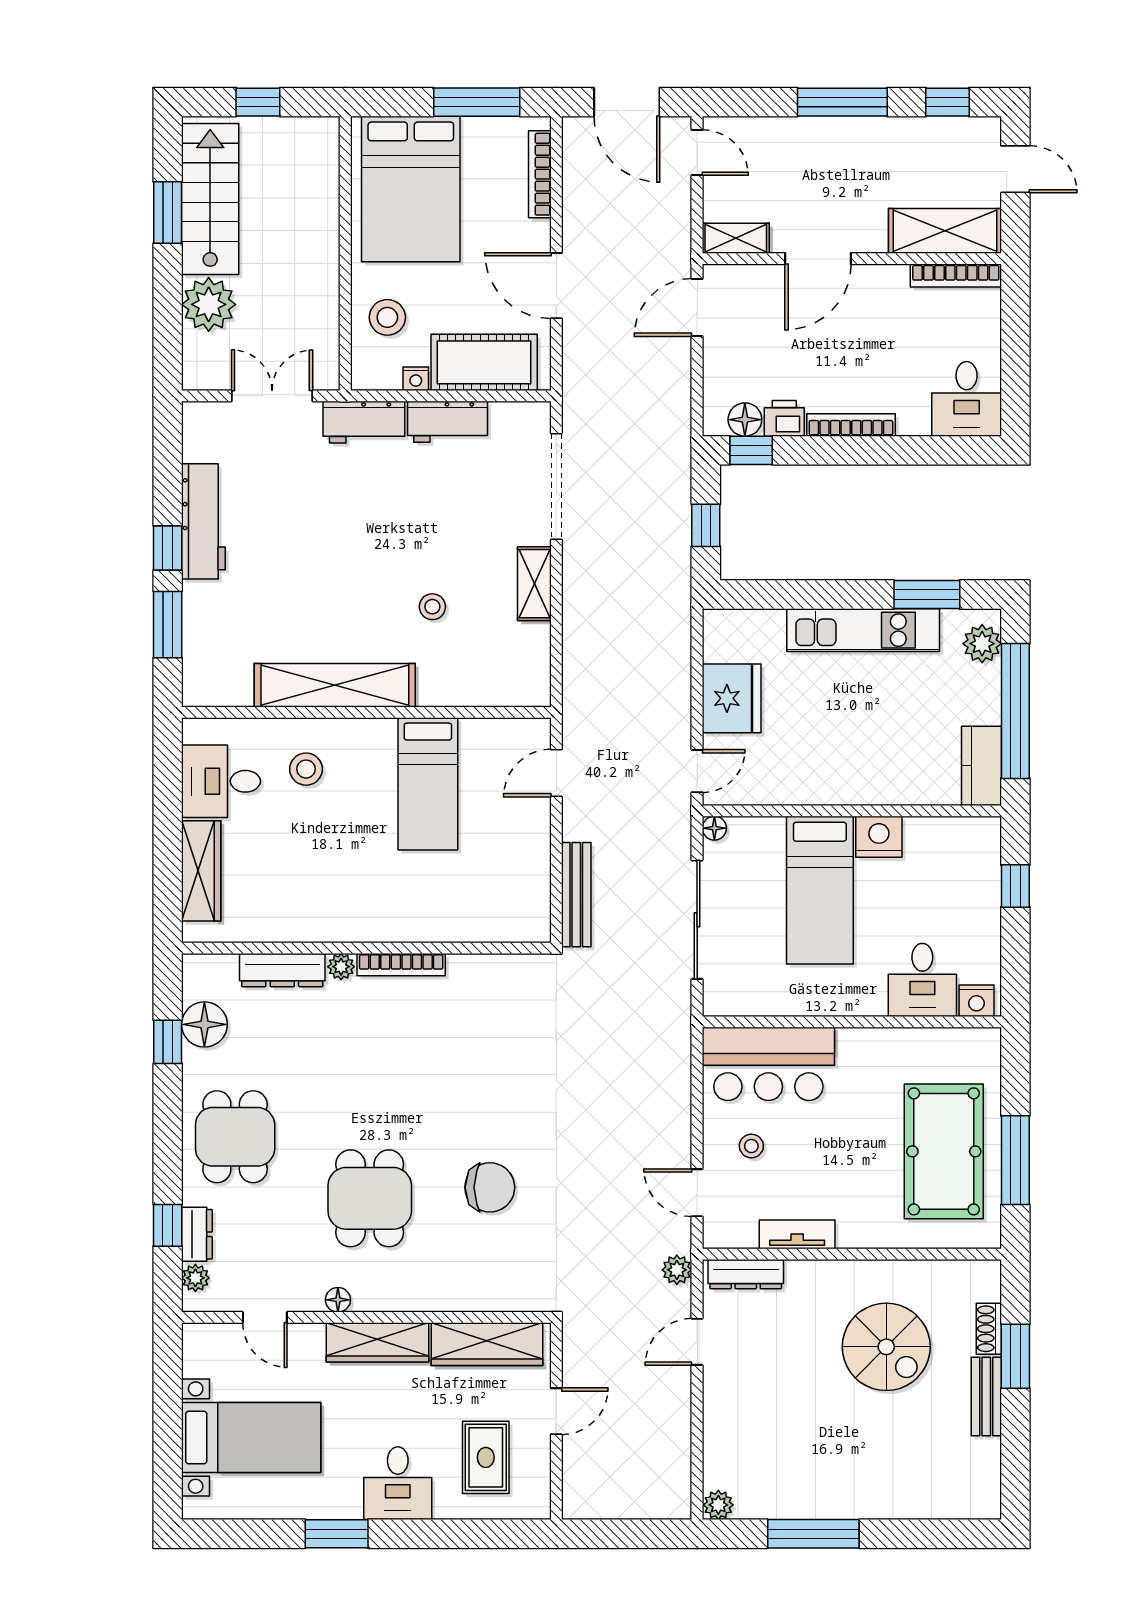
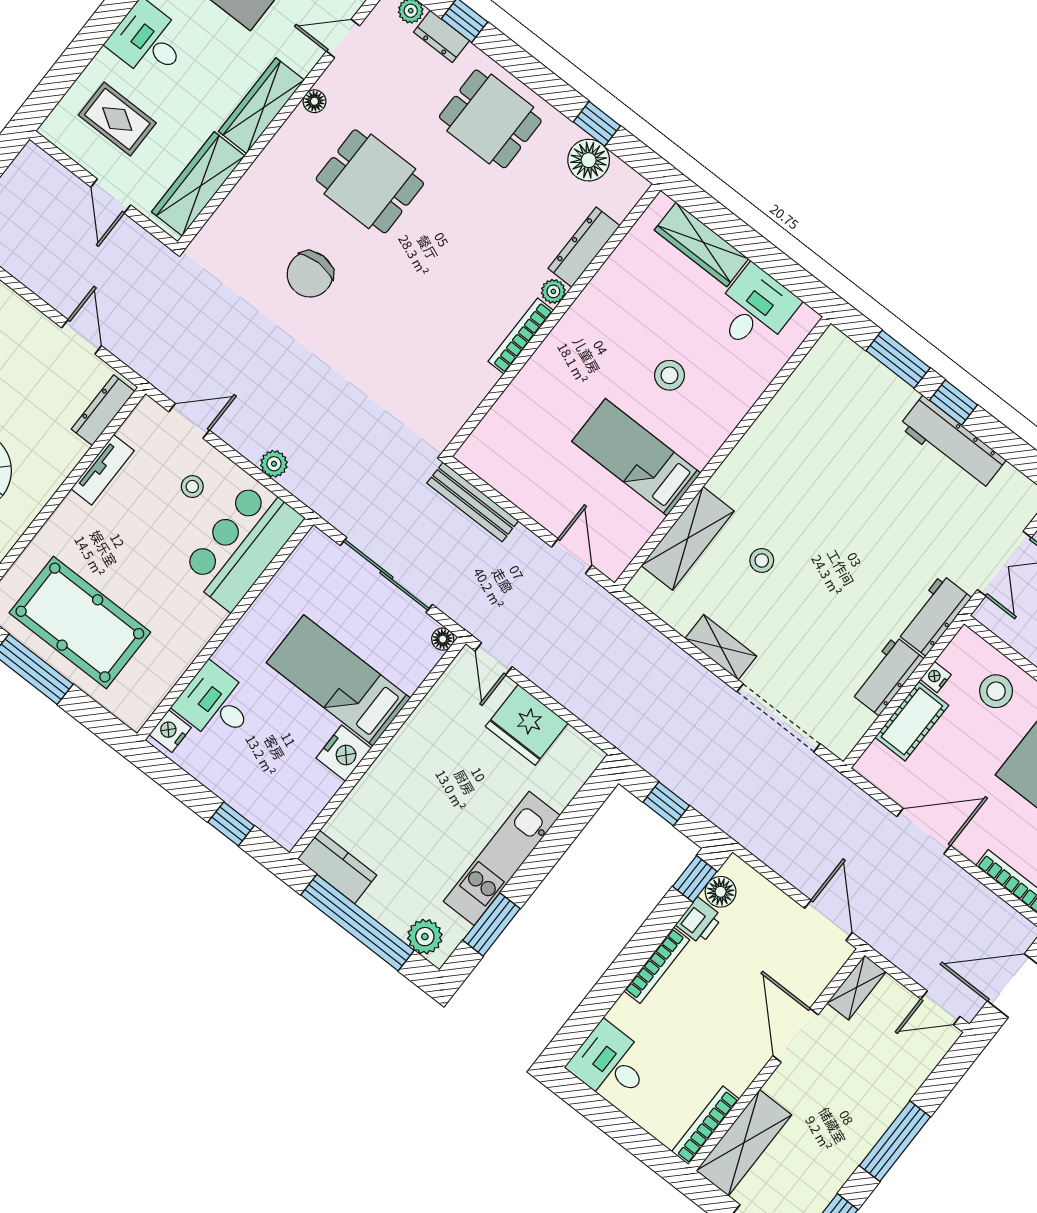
cot: (484, 362) -> (912, 721), width x0.73, depth x0.75
shelving: (335, 685) -> (688, 538), moved, width x0.68
stool: (306, 769) -> (669, 375), moved
plant: (677, 1270) -> (274, 464), moved

